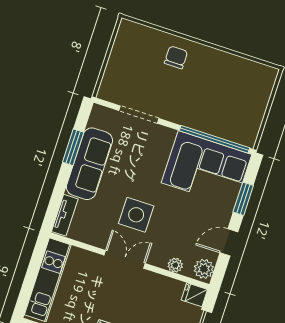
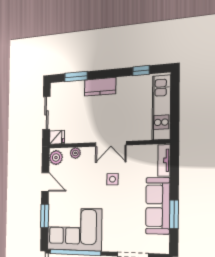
side table: (136, 215) -> (112, 179), width x0.54, depth x0.54
door: (229, 242) -> (45, 182), hinge flipped

